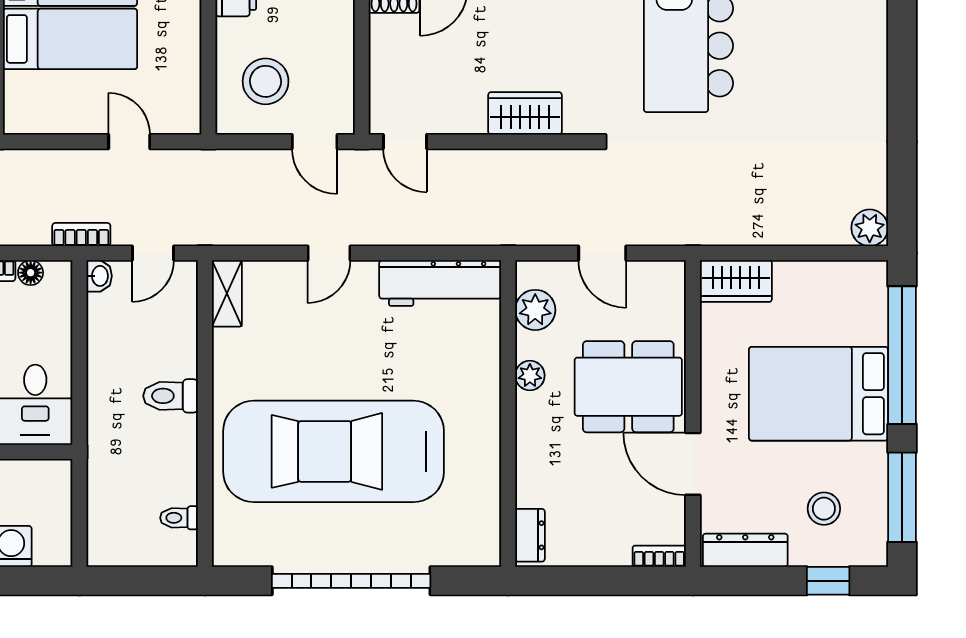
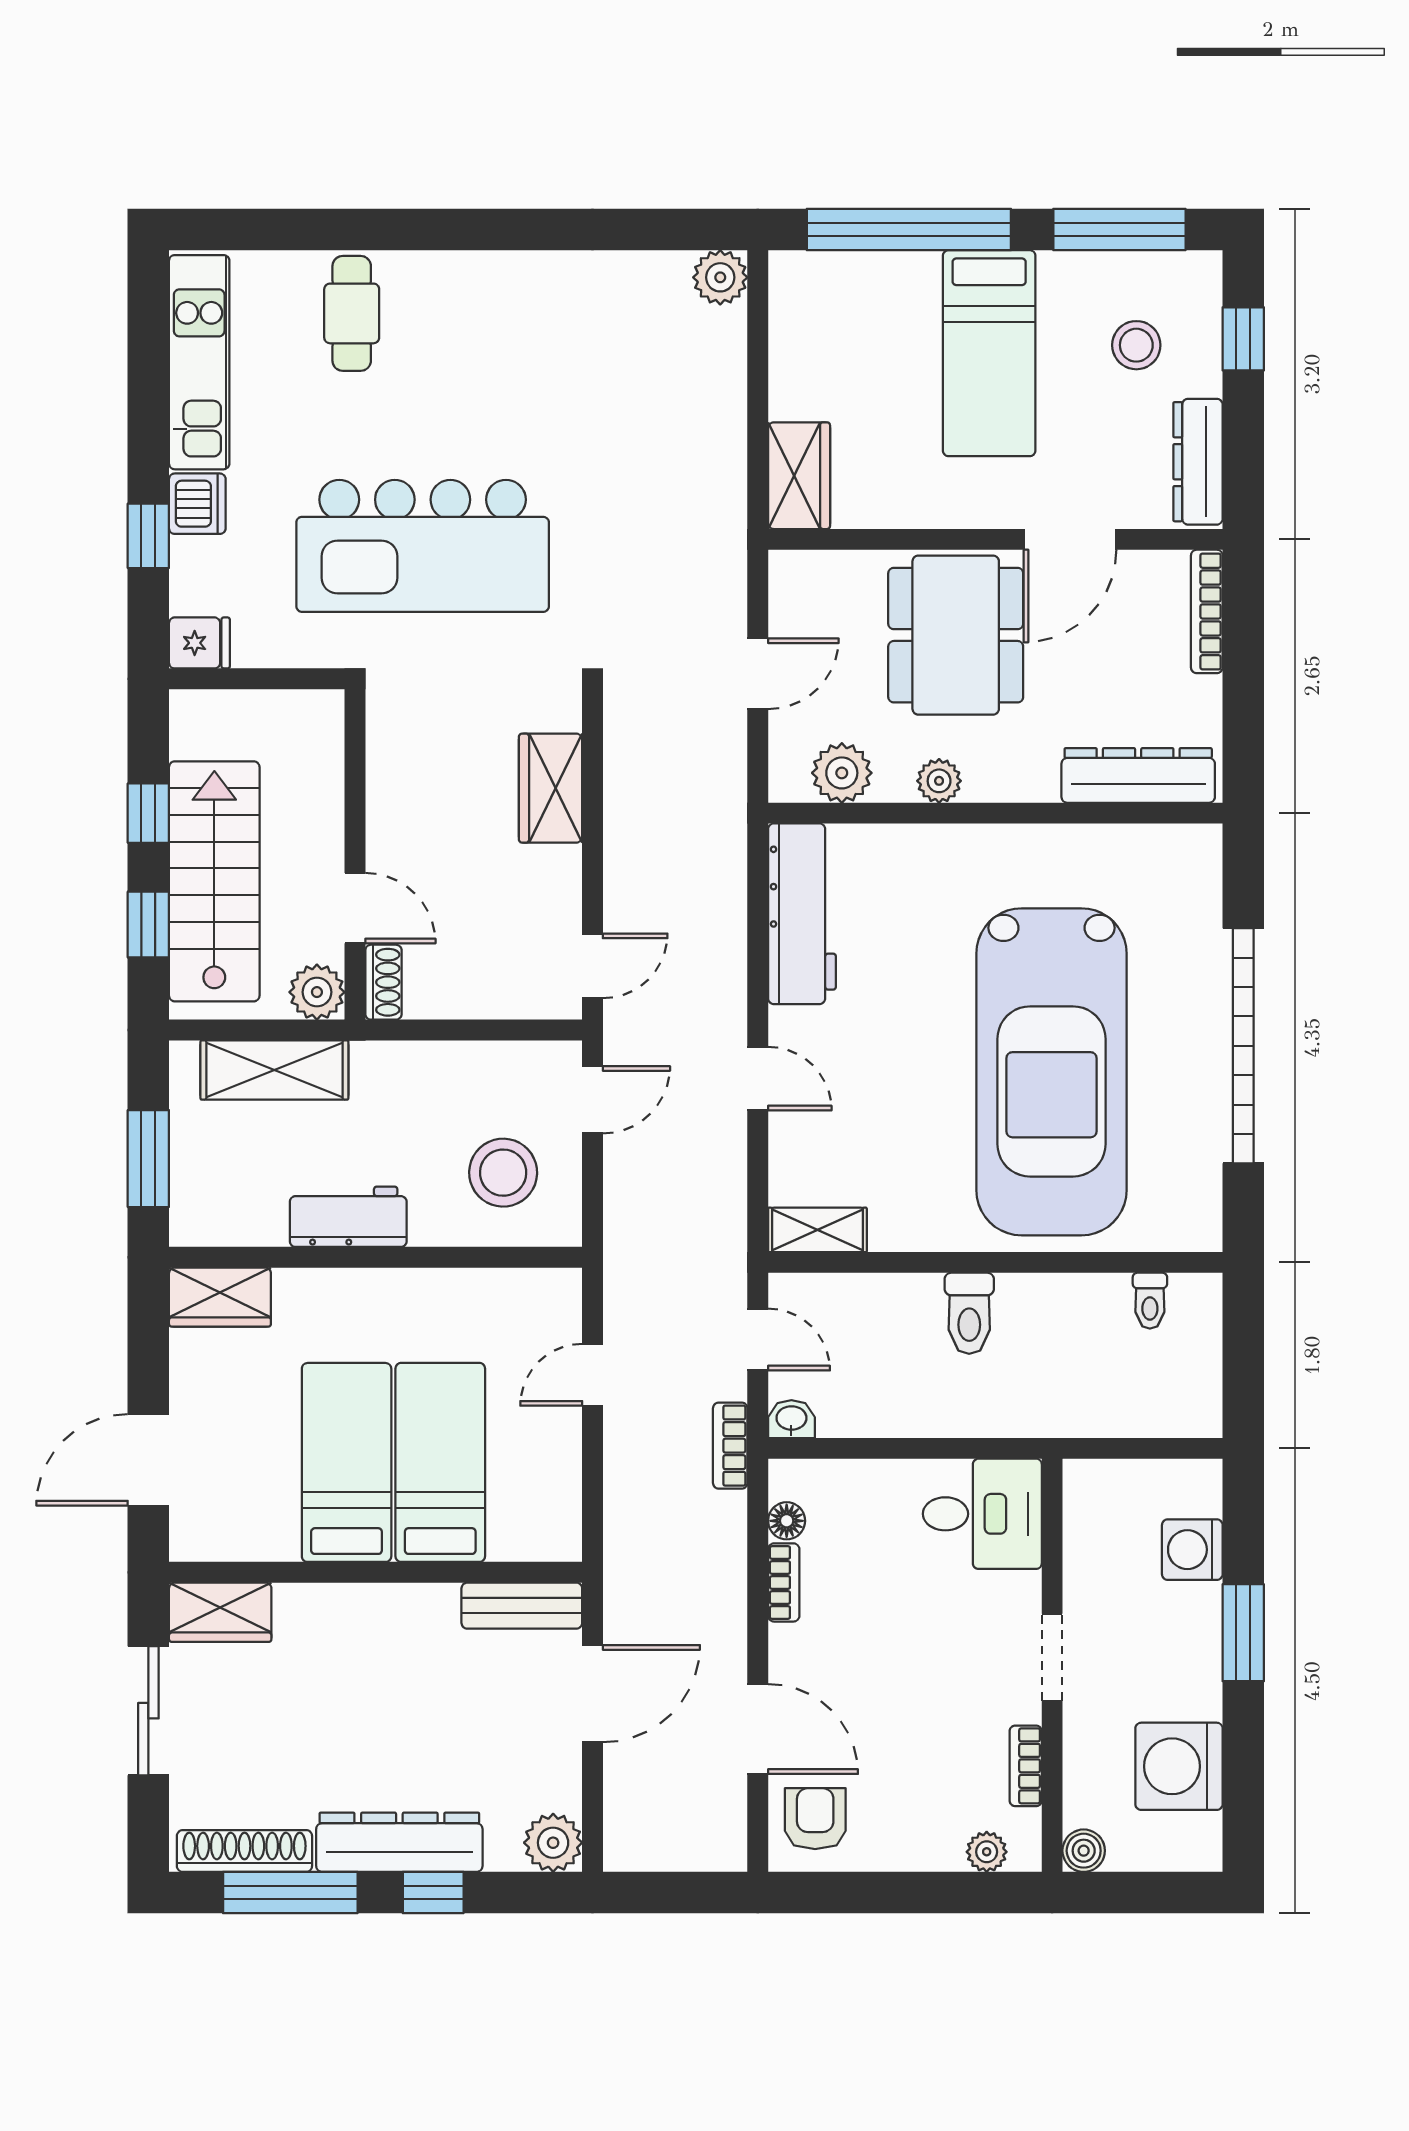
bed: (819, 394) -> (989, 353), width x0.67
dresser: (530, 535) -> (1138, 775), width x1.96, depth x1.24
bookcase: (659, 556) -> (1207, 611), width x1.56

